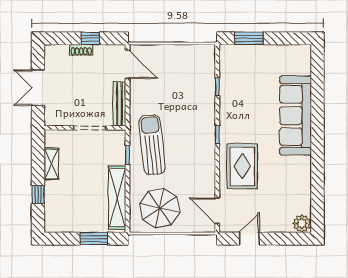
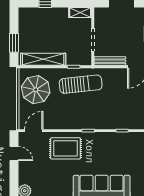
shelving: (51, 164) -> (80, 13), moved

